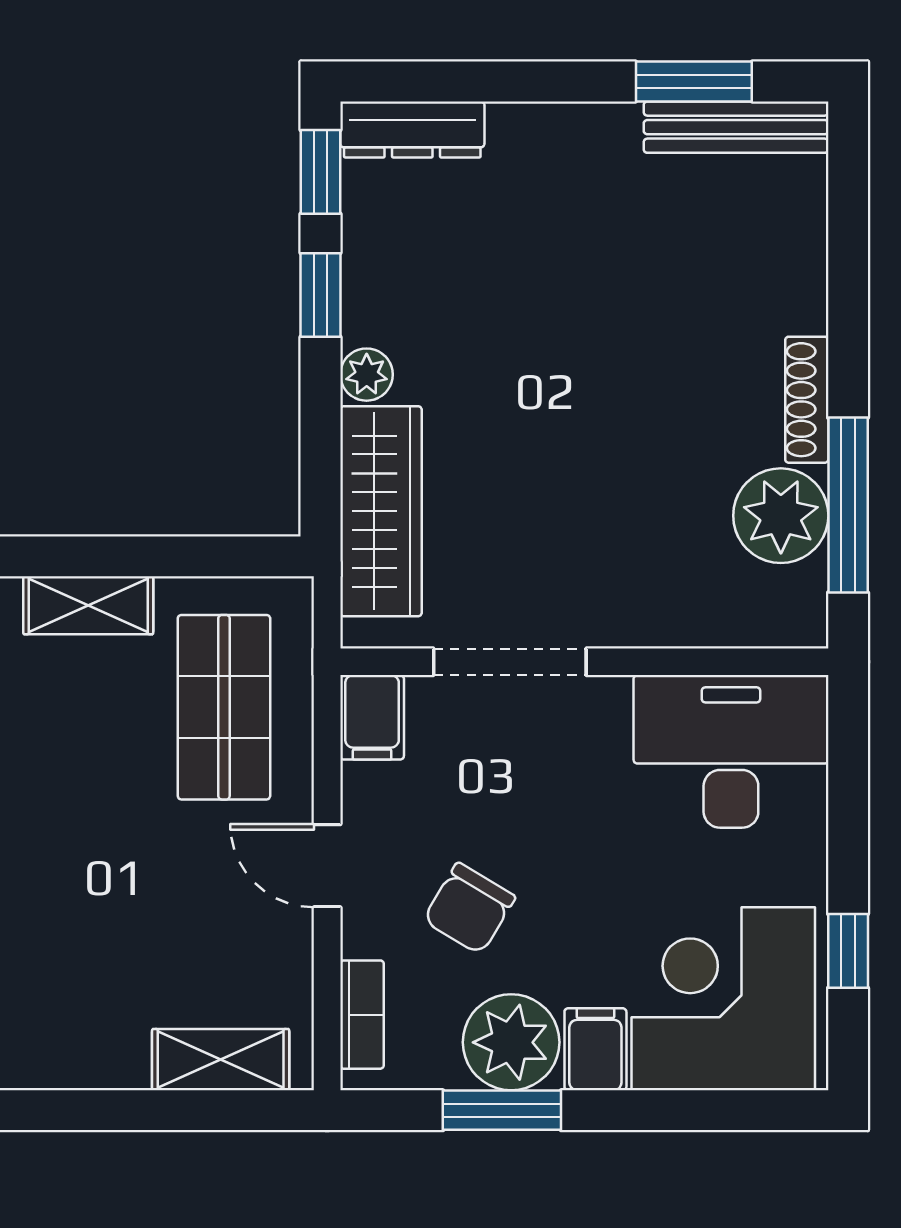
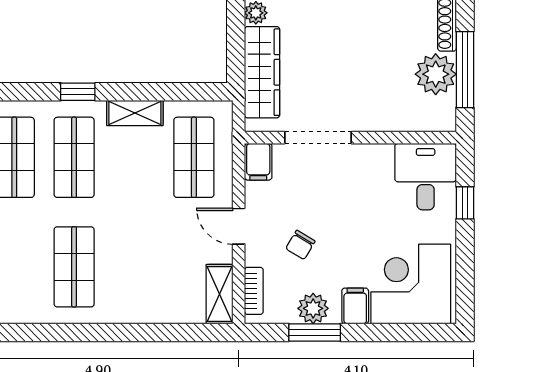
desk: (731, 751) -> (426, 177), width x0.73
chair: (469, 909) -> (300, 245), width x0.73, depth x0.73
window: (848, 951) -> (465, 203), moved
plant: (511, 1042) -> (313, 308), width x0.73, depth x0.73
shelving: (221, 1060) -> (220, 294), moved, turned 90

